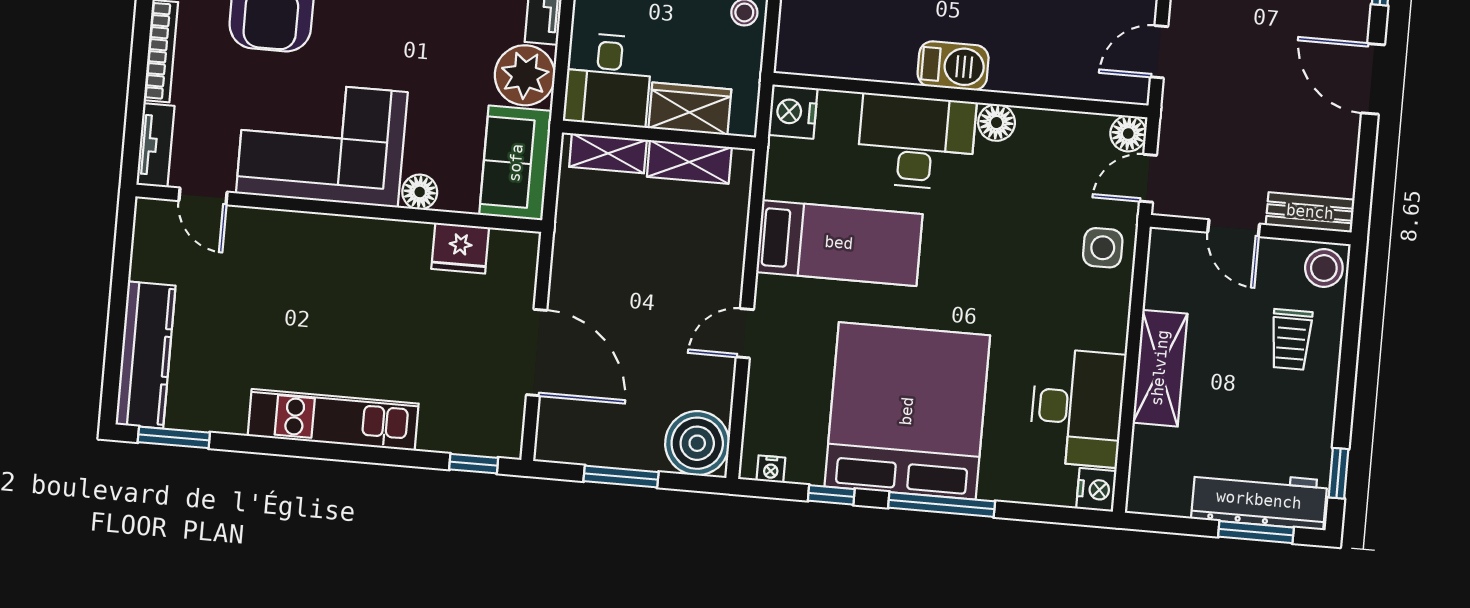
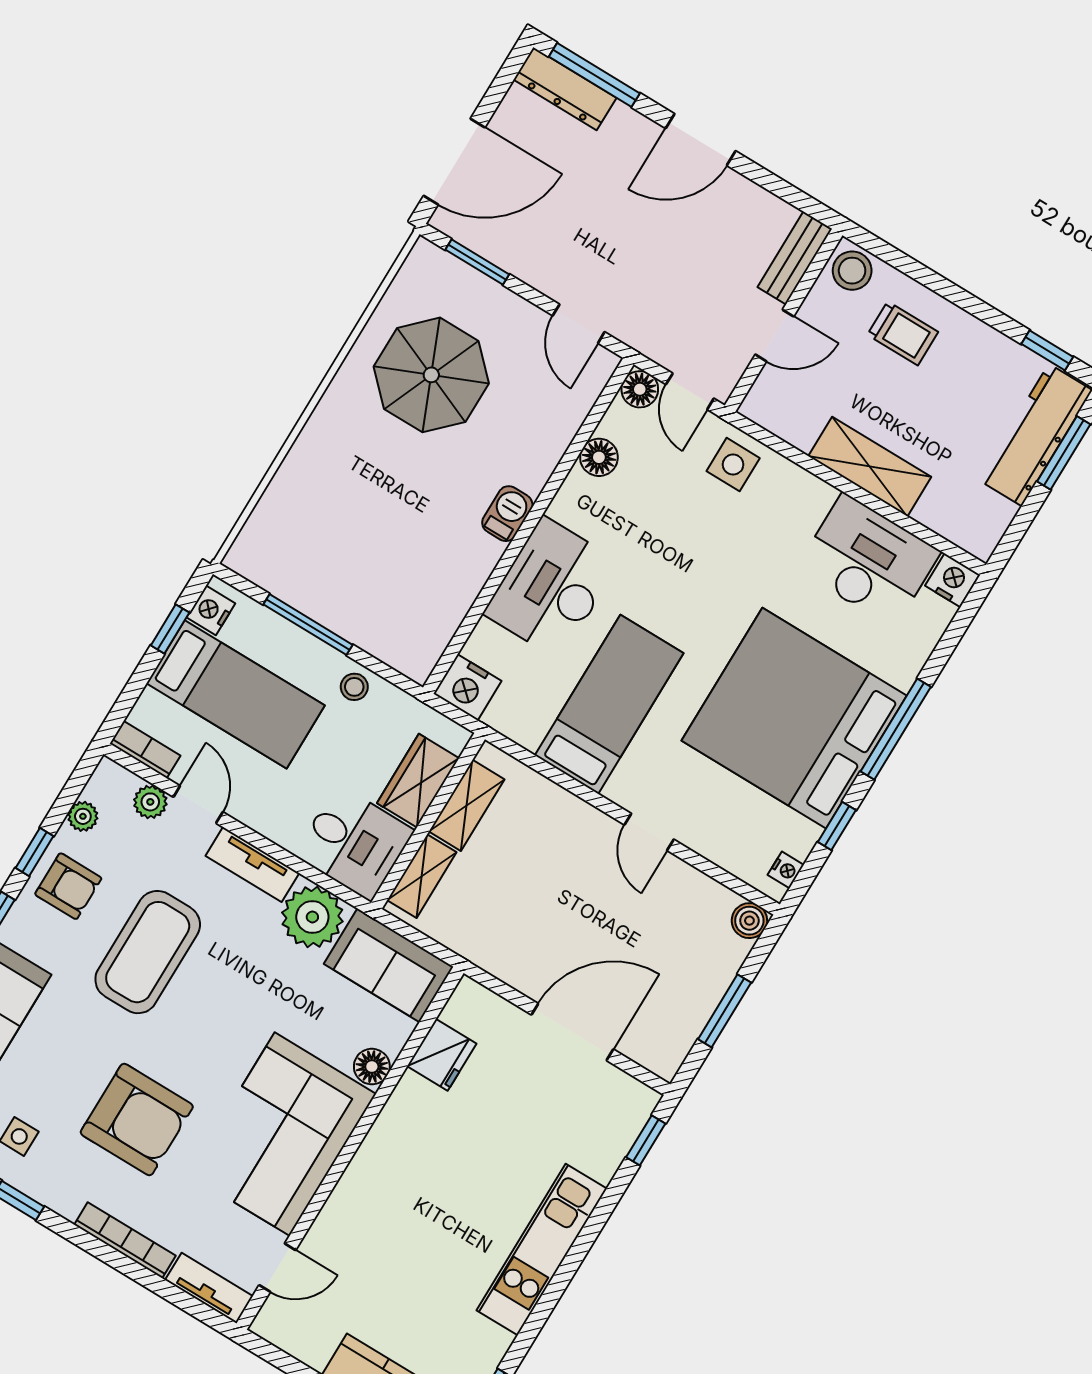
barbecue: (953, 66) -> (507, 514), width x0.73, depth x0.79
floor lamp: (997, 122) -> (599, 457), moved
boiler: (697, 443) -> (749, 921), width x0.54, depth x0.54

